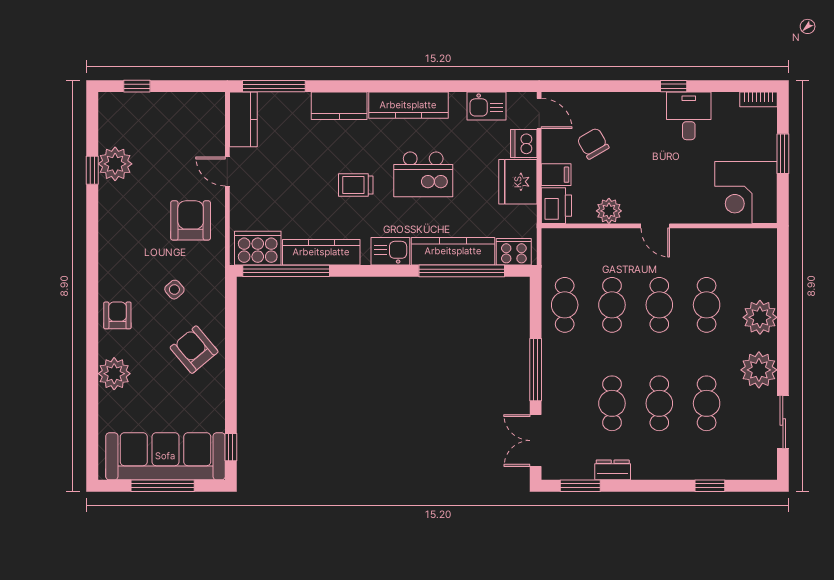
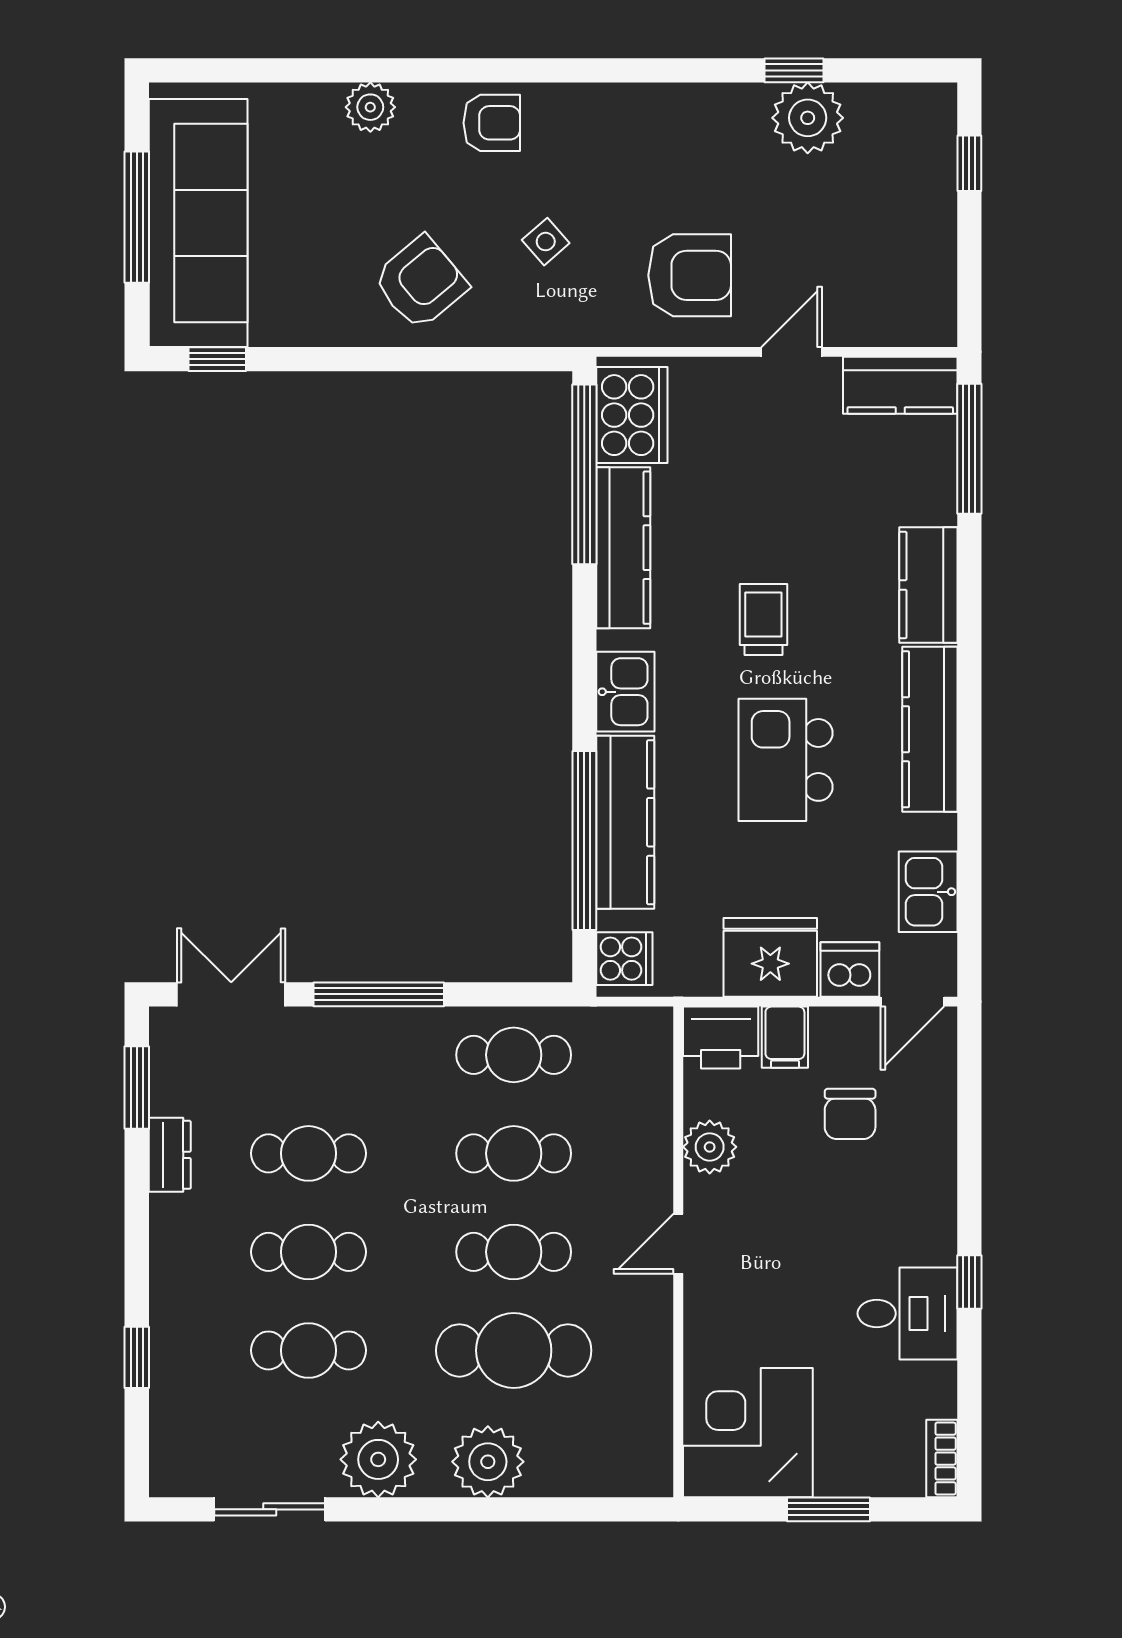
chair: (593, 143) -> (850, 1114), turned 120
cooker: (514, 252) -> (624, 959), width x0.73
cafe table: (707, 305) -> (514, 1350), width x1.37, depth x1.35
plant: (114, 374) -> (370, 107), width x0.73, depth x0.73

